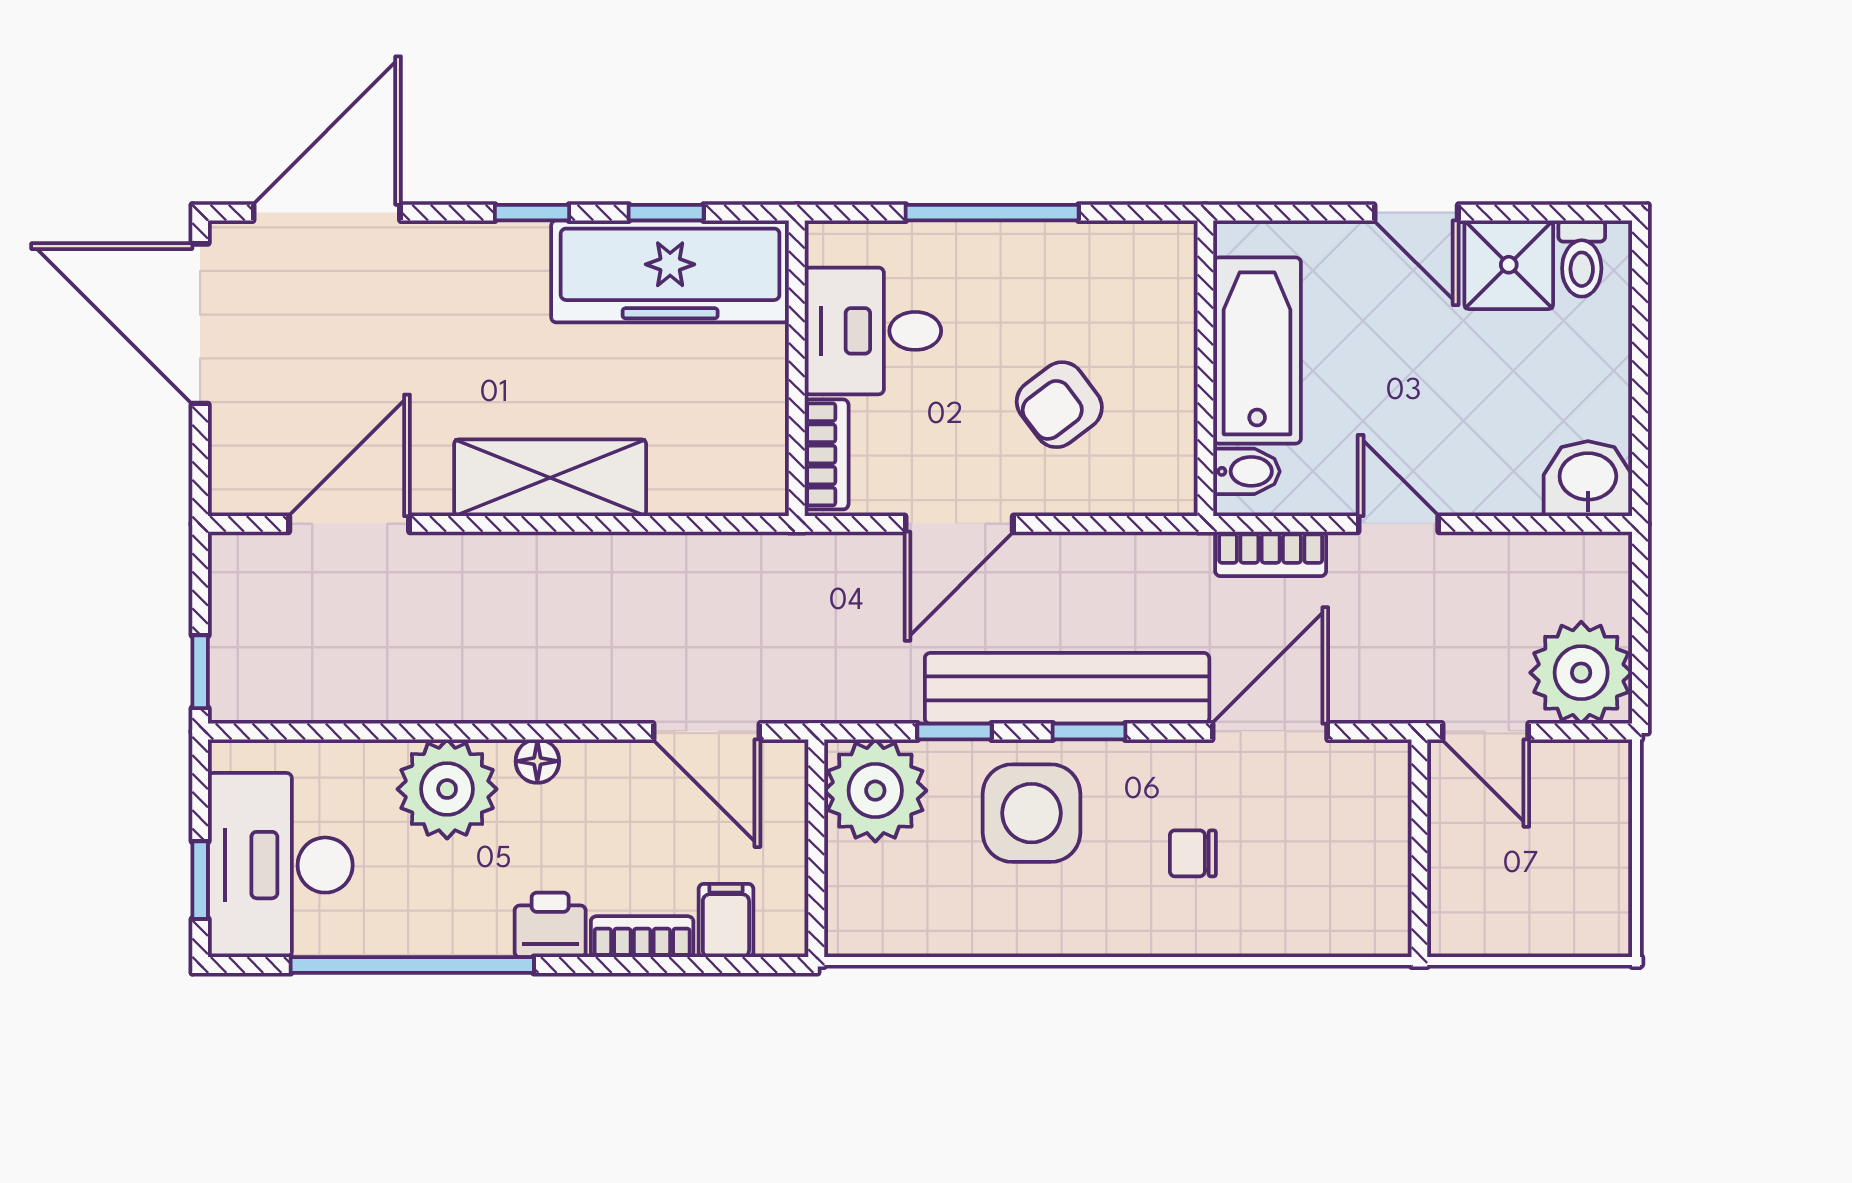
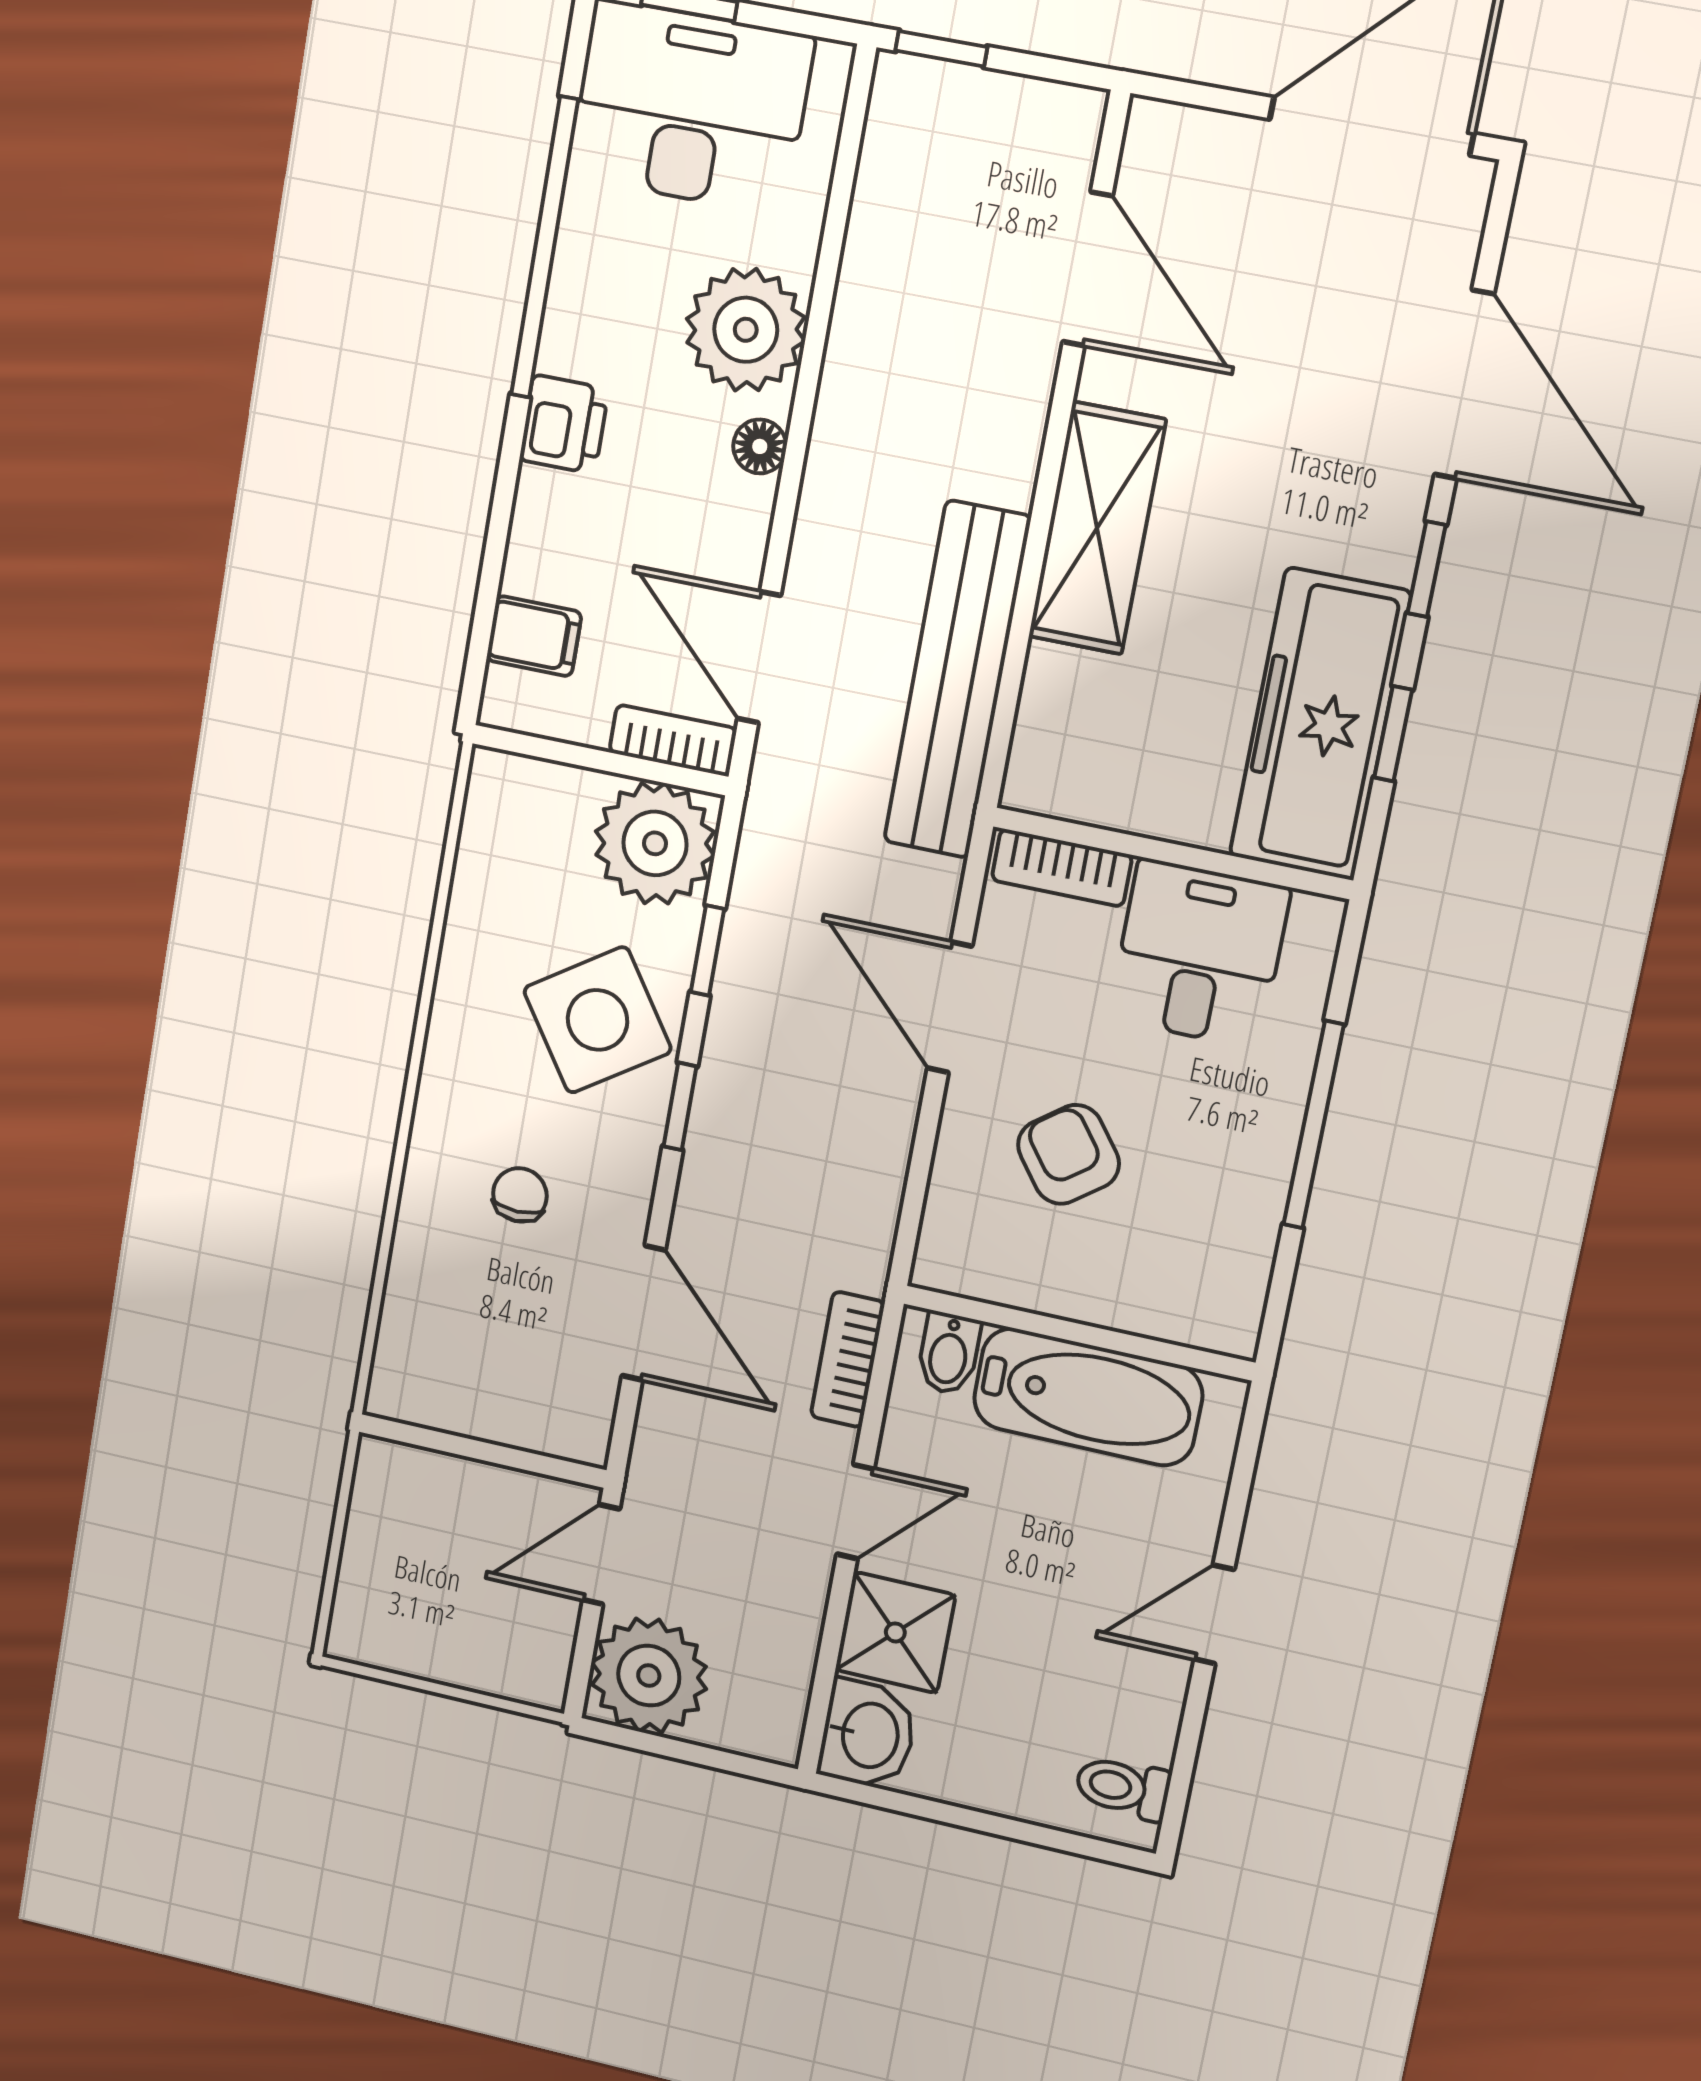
door: (327, 213) -> (1464, 384), moved
shower: (1509, 265) -> (895, 1632), moved
bench: (1067, 688) -> (957, 680), moved
door: (706, 731) -> (759, 657), hinge flipped
side table: (1032, 813) -> (598, 1020), turned -34
bookcase: (642, 937) -> (673, 740), moved, turned -90

